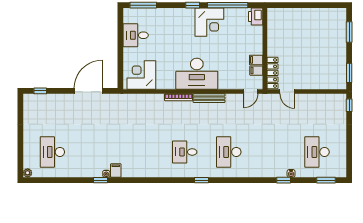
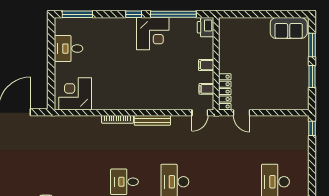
sofa: (329, 17) -> (289, 28), added
filing cabinet: (256, 60) -> (206, 65), moved
window: (349, 73) -> (312, 77), moved
desk: (197, 74) -> (138, 92), removed

